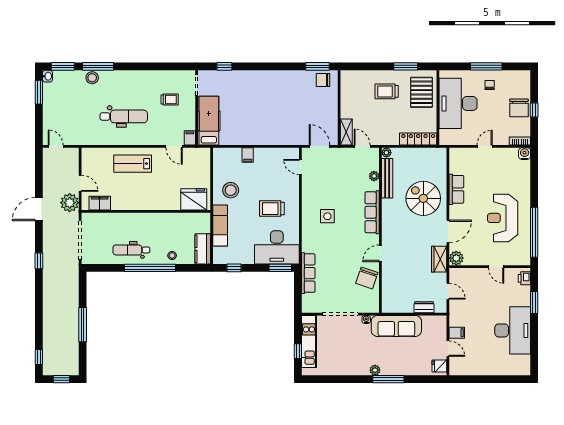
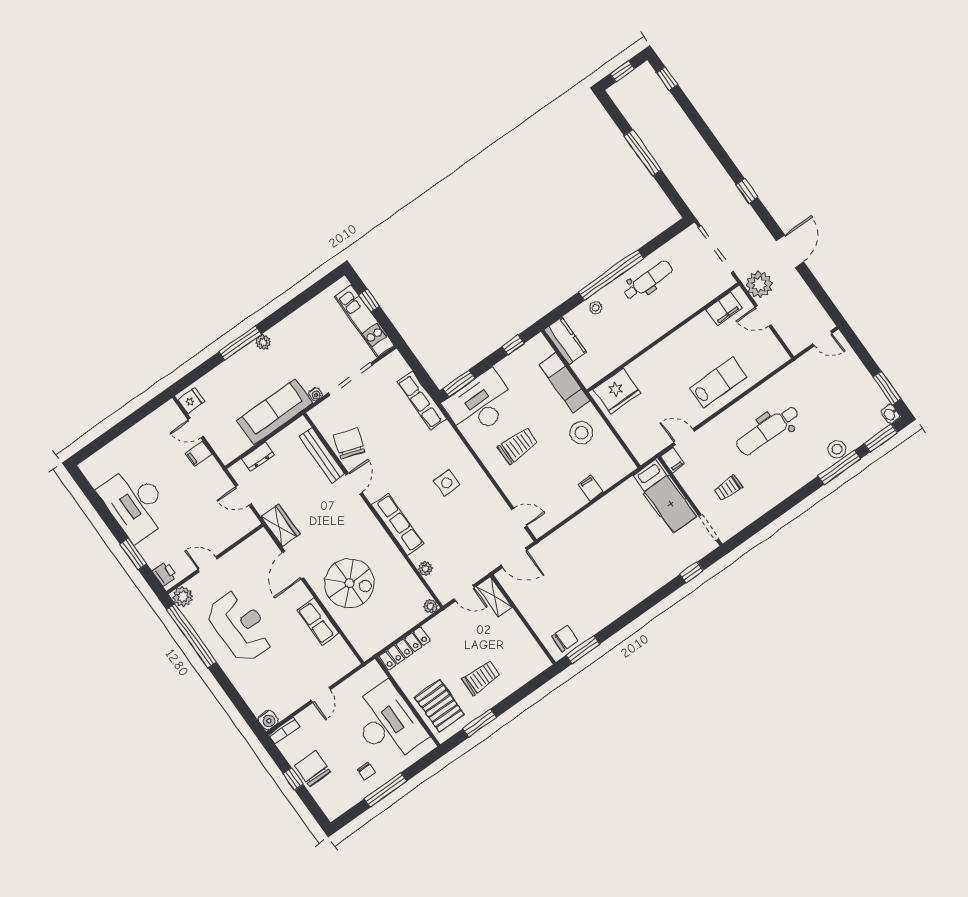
bench: (387, 178) -> (322, 455), moved
plant: (456, 258) -> (183, 597), moved

